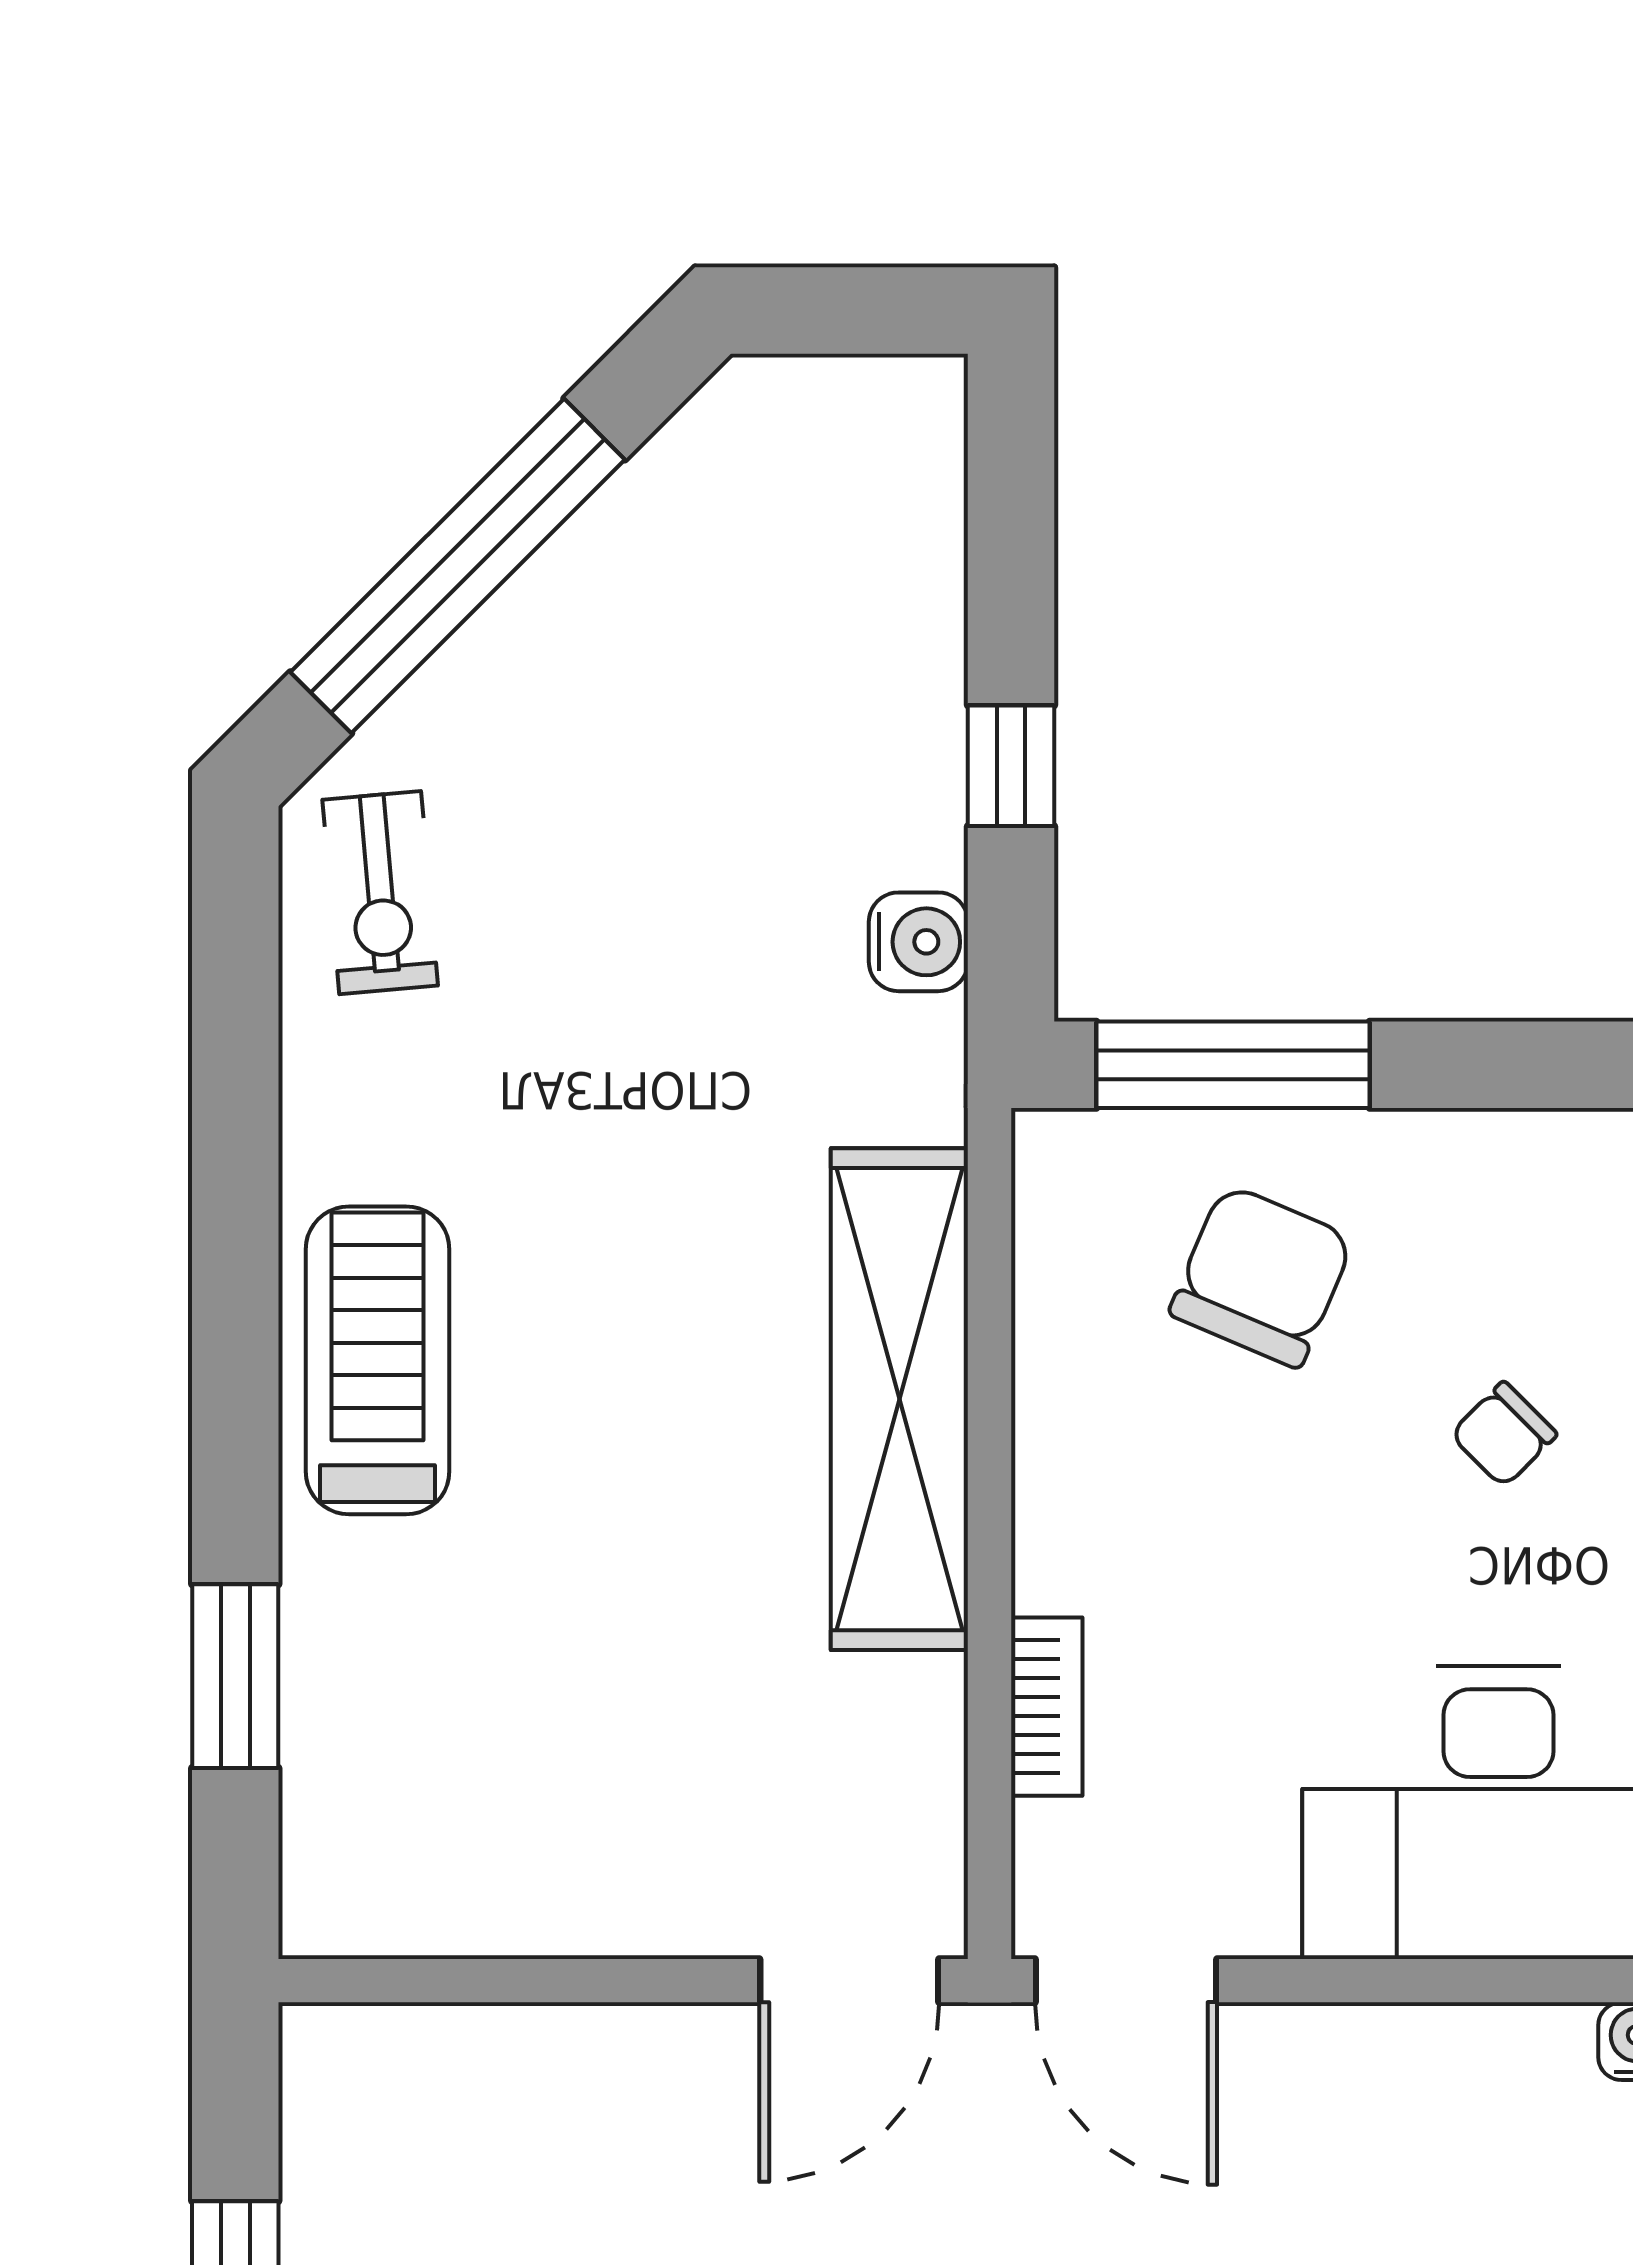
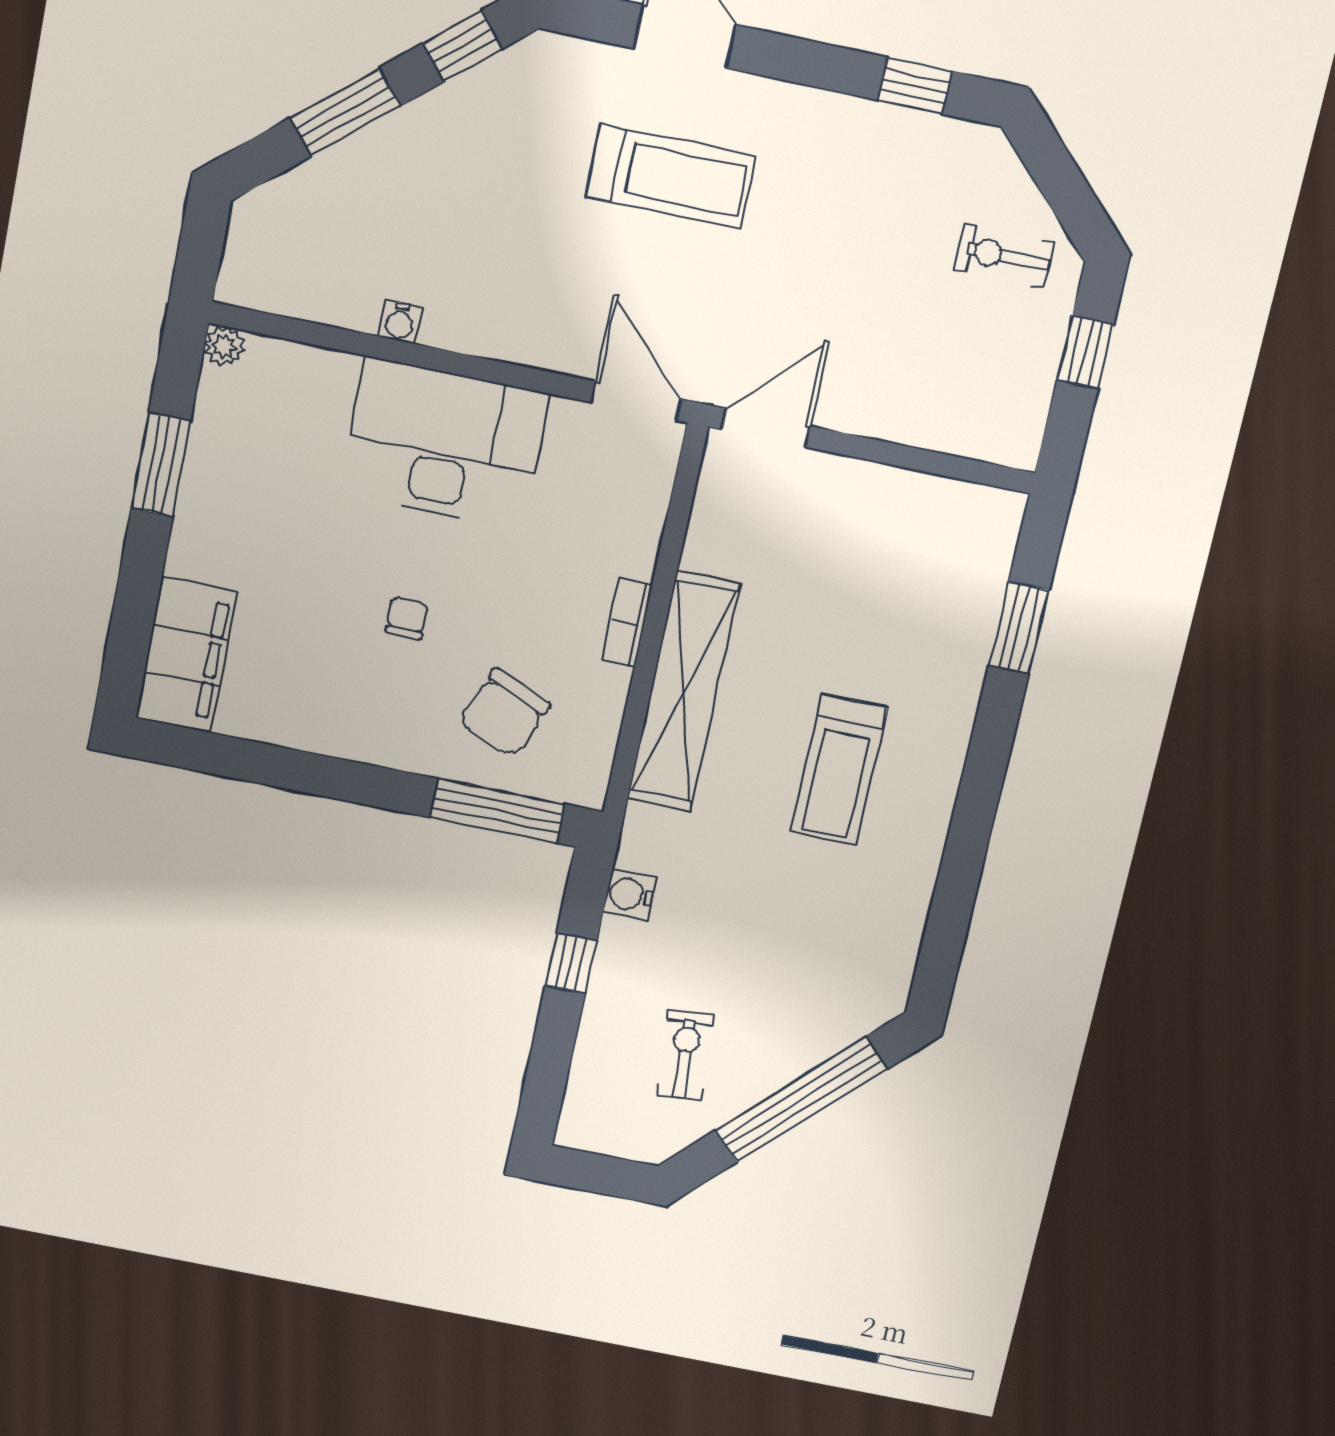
exercise bike: (380, 893) -> (685, 1055), moved
treadmill: (378, 1360) -> (839, 770), moved
chair: (1504, 1434) -> (407, 618), turned -45
bookcase: (1047, 1707) -> (627, 623), moved

